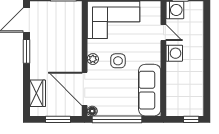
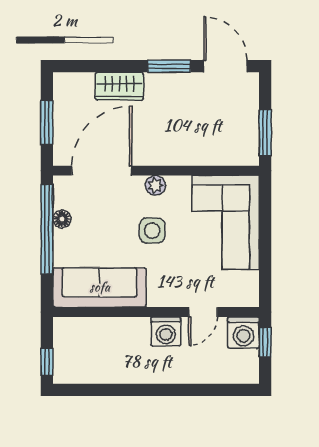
wardrobe: (38, 93) -> (119, 86), moved
floor lamp: (92, 111) -> (62, 219), moved

